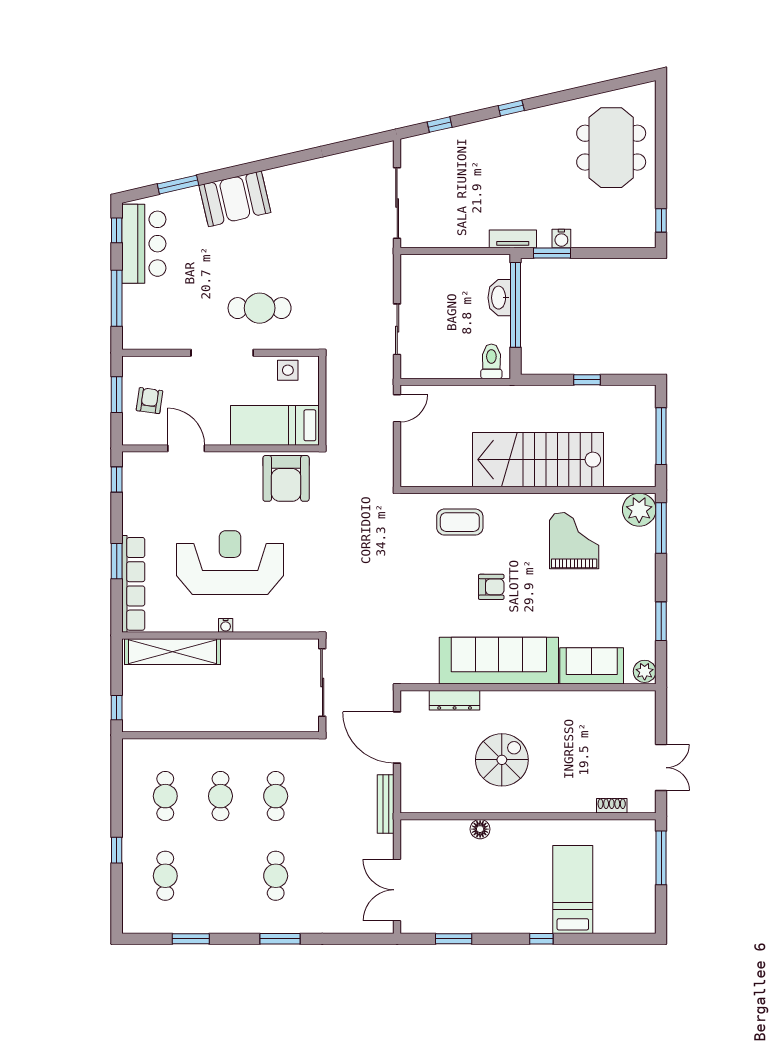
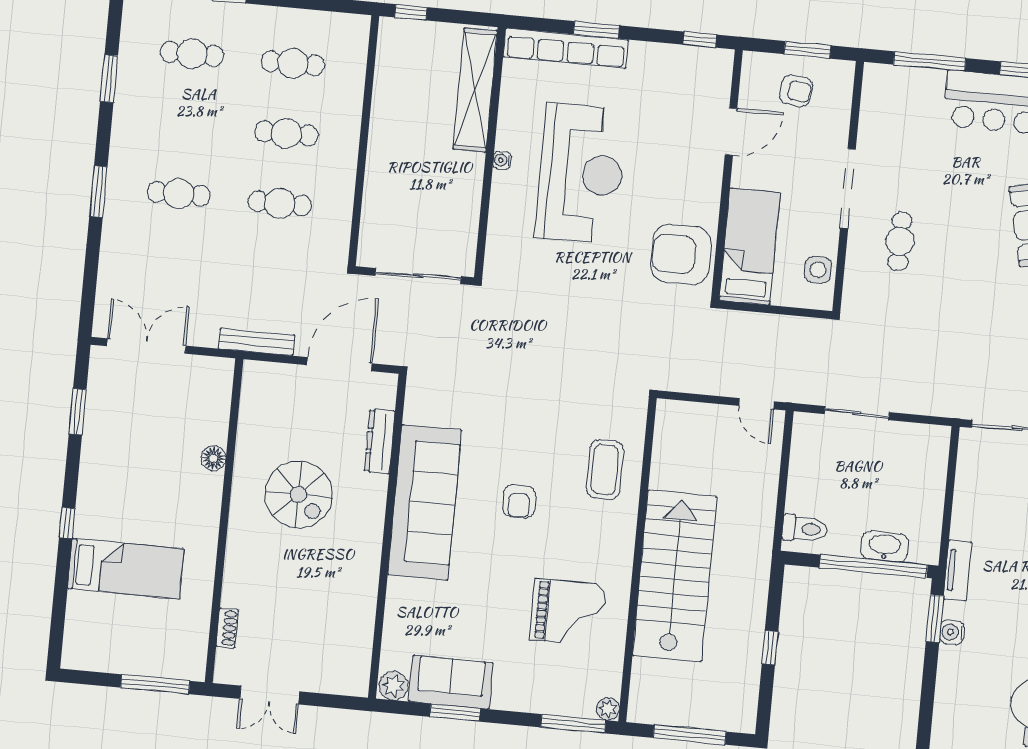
cafe table: (260, 308) -> (900, 241), width x0.73, depth x0.74
plant: (639, 510) -> (608, 709), width x0.53, depth x0.53
sofa: (592, 666) -> (451, 682), moved, turned -90

